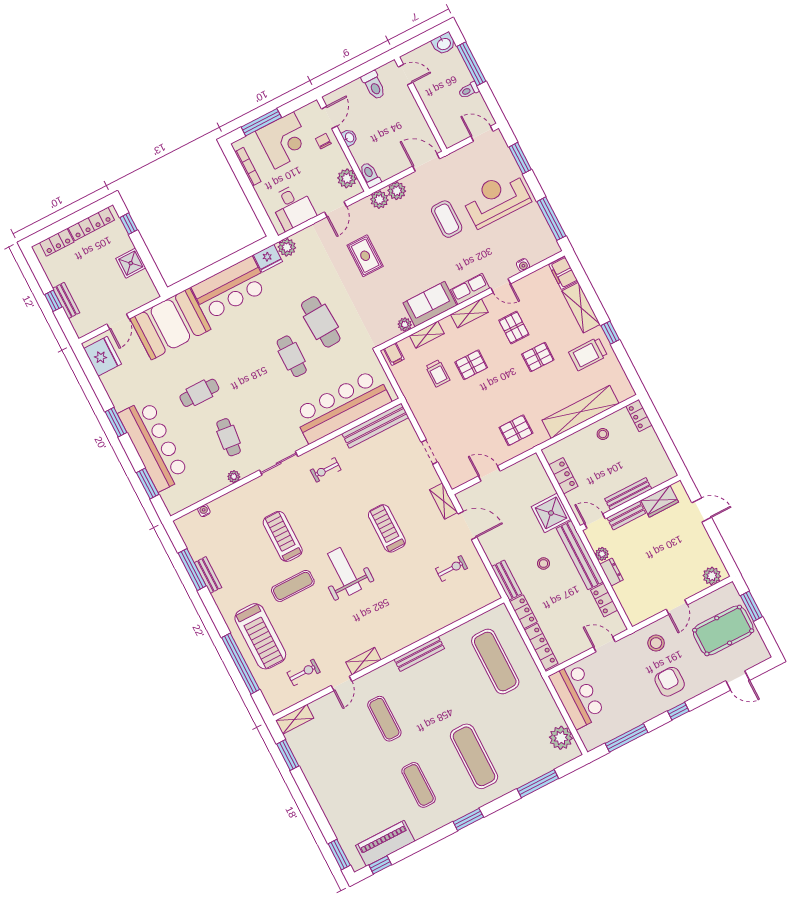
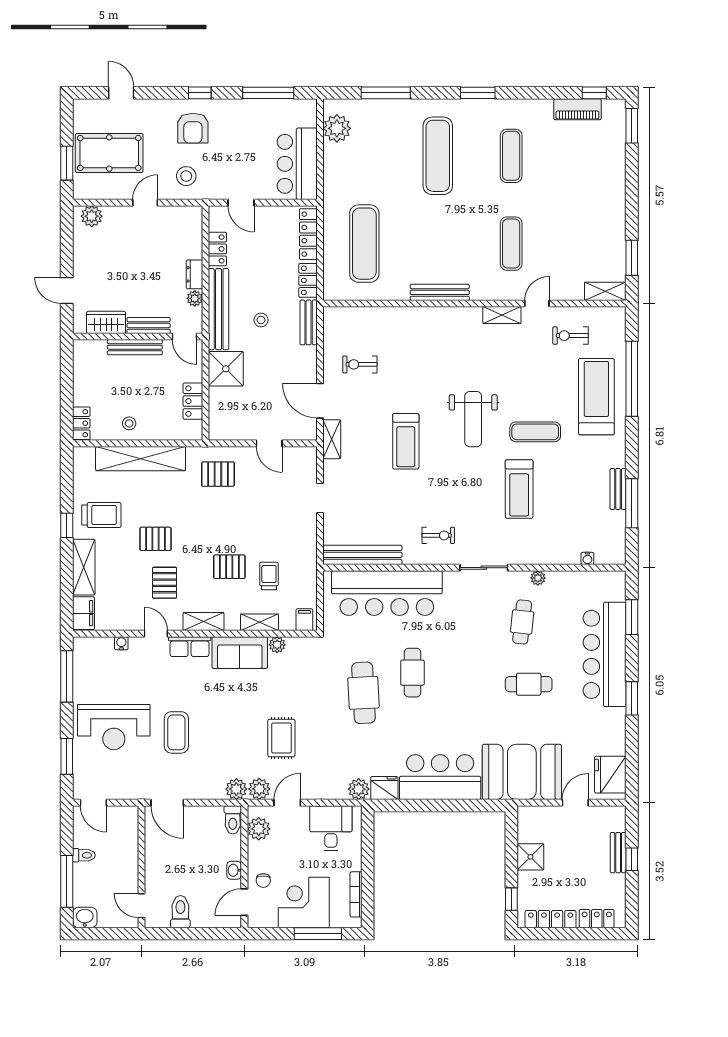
plant: (397, 191) -> (259, 789), moved
piano: (385, 843) -> (577, 109), width x0.73, depth x0.75

